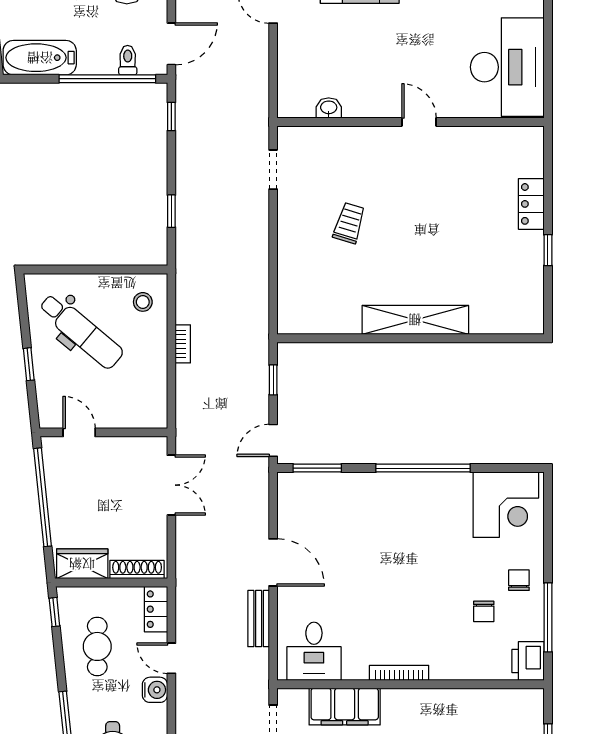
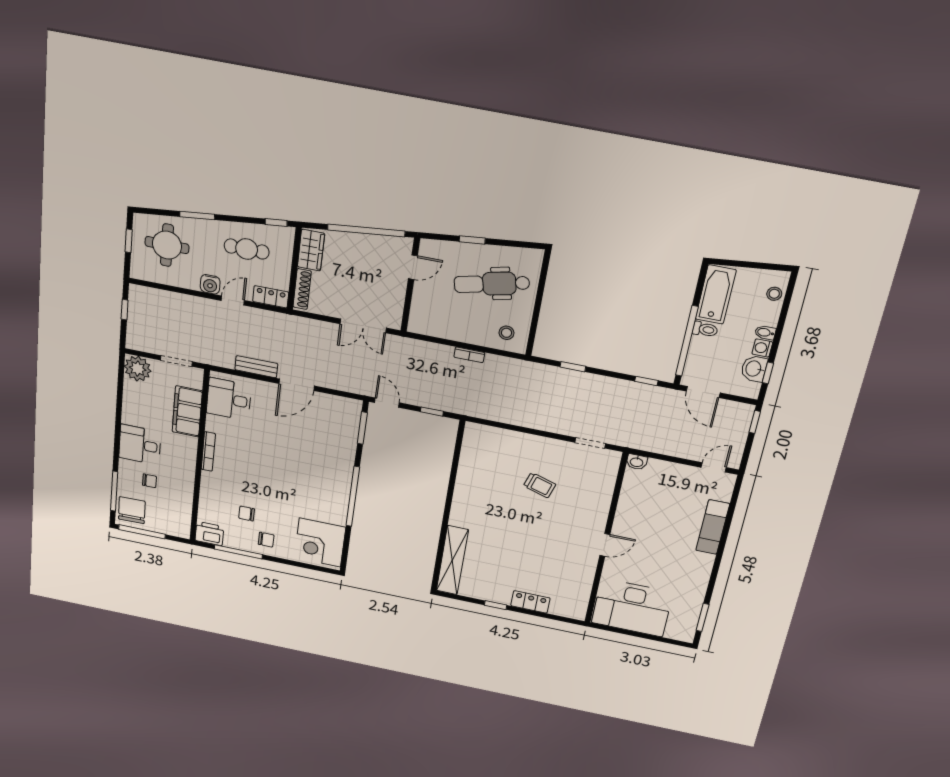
toilet: (128, 60) -> (705, 329), moved
washbasin: (329, 108) -> (637, 462), moved, turned 90
shelving: (415, 320) -> (452, 560), moved
dental chair: (81, 331) -> (492, 284), turned 37

